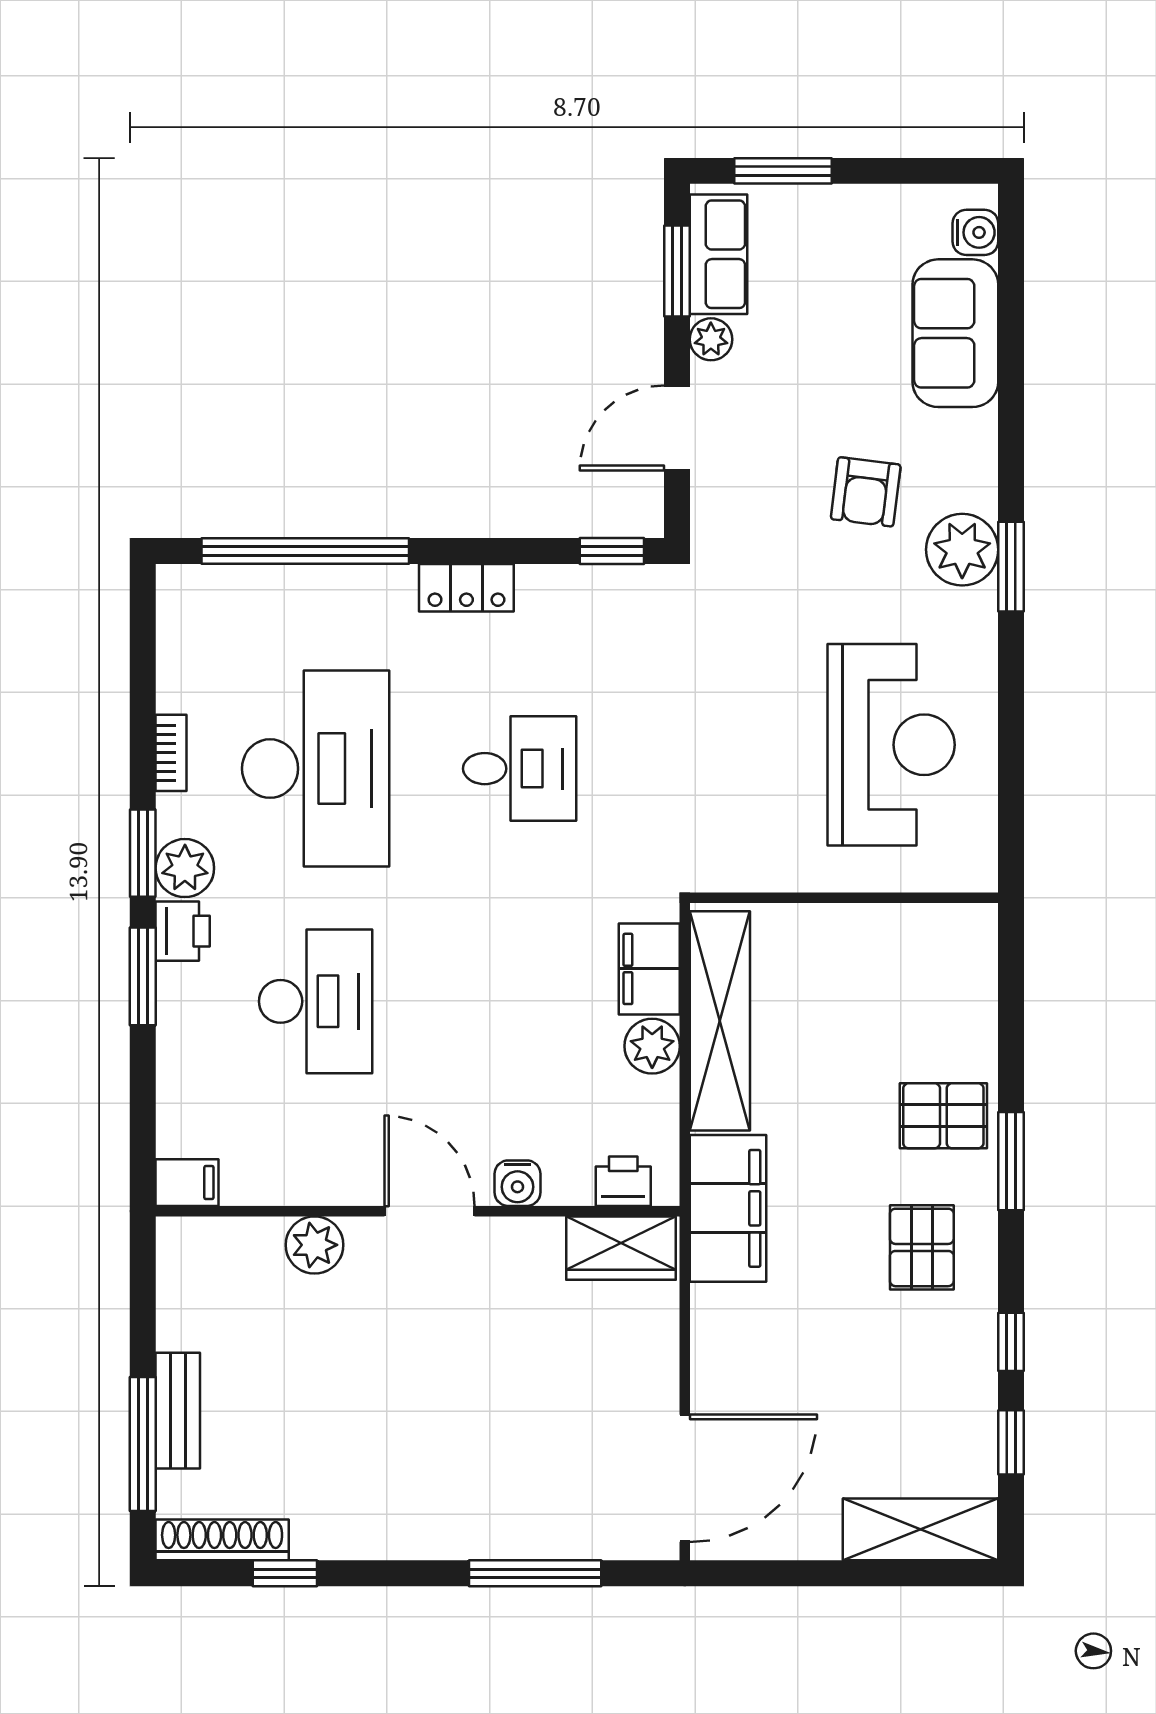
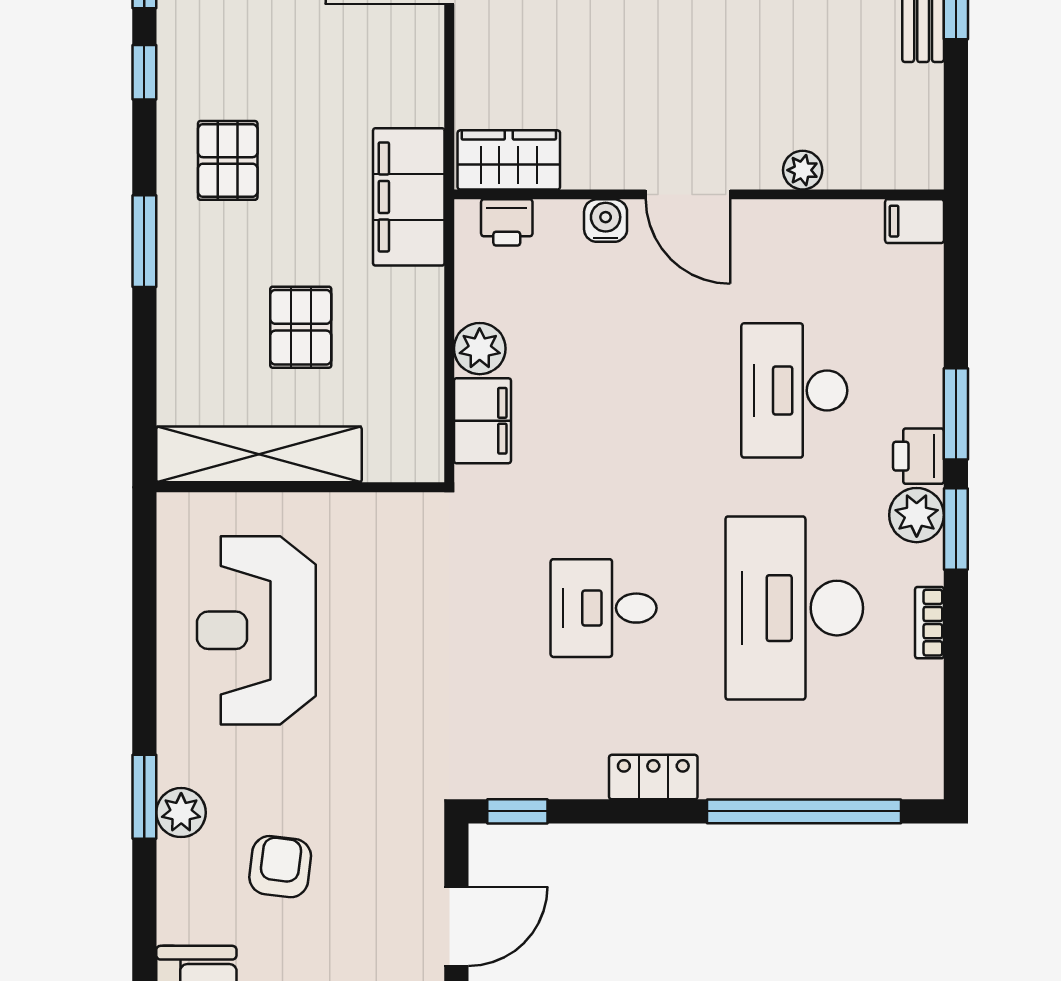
plant: (962, 550) -> (181, 813), width x0.73, depth x0.73
shelving: (720, 1021) -> (259, 454), moved, turned 90
pallet: (943, 1116) -> (301, 327), moved, turned 90
plant: (314, 1245) -> (803, 170), width x0.73, depth x0.73

